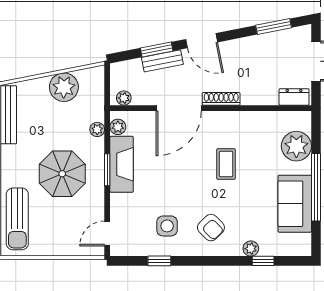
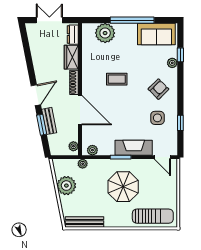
window: (274, 27) -> (27, 48), removed
wardrobe: (260, 95) -> (71, 57), added
plant: (97, 129) -> (83, 164), moved
fireplace: (122, 164) -> (134, 148), moved
sofa: (295, 204) -> (156, 34), moved

